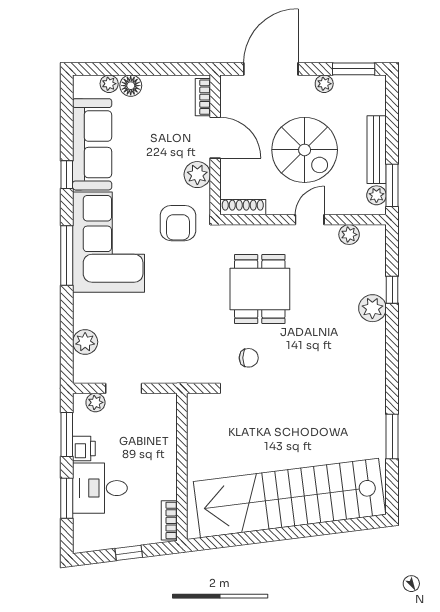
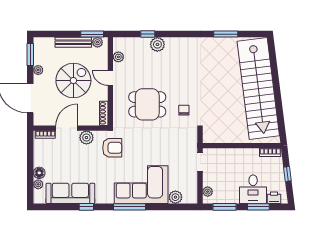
corner sofa: (108, 242) -> (141, 185), moved
doorway: (124, 388) -> (200, 162), moved
printer: (84, 449) -> (274, 198), moved

